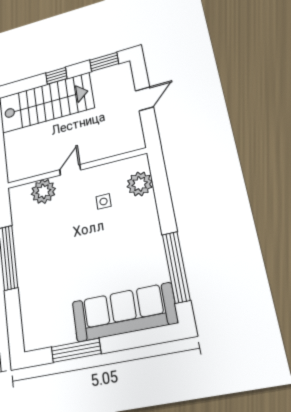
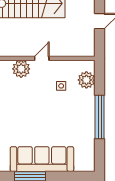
window: (176, 267) -> (100, 117), moved
sofa: (124, 312) -> (42, 159), moved

